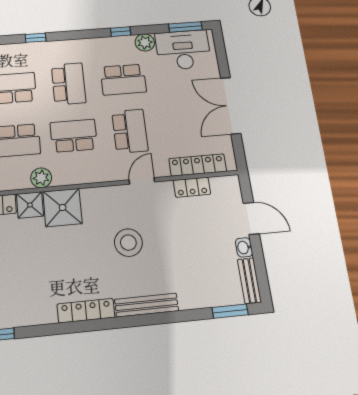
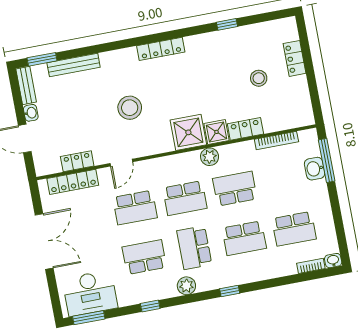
plant: (145, 42) -> (186, 286), moved
school desk: (130, 131) -> (135, 208), turned -90
bench: (147, 305) -> (74, 65), moved

